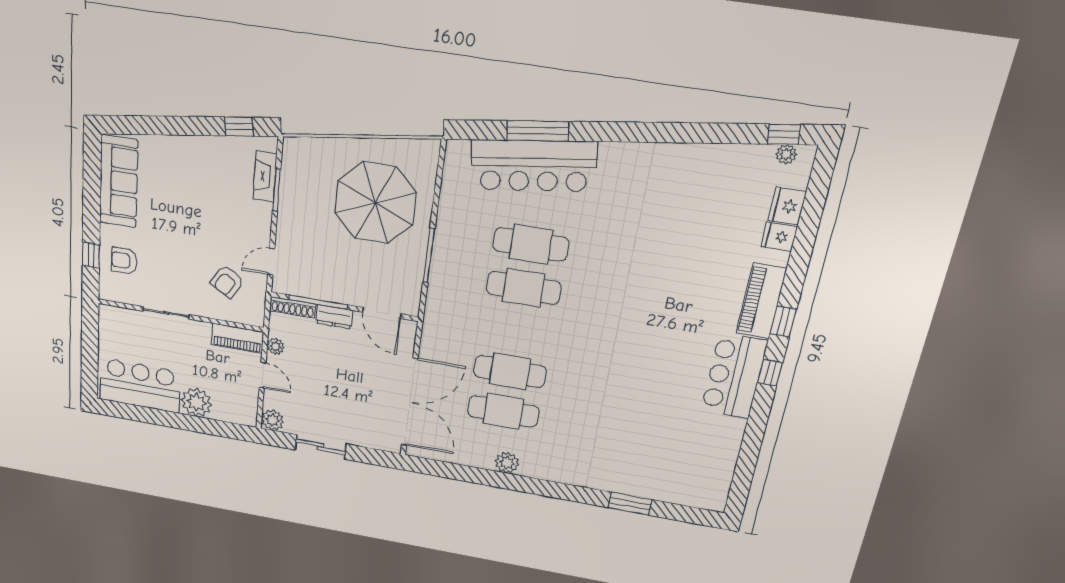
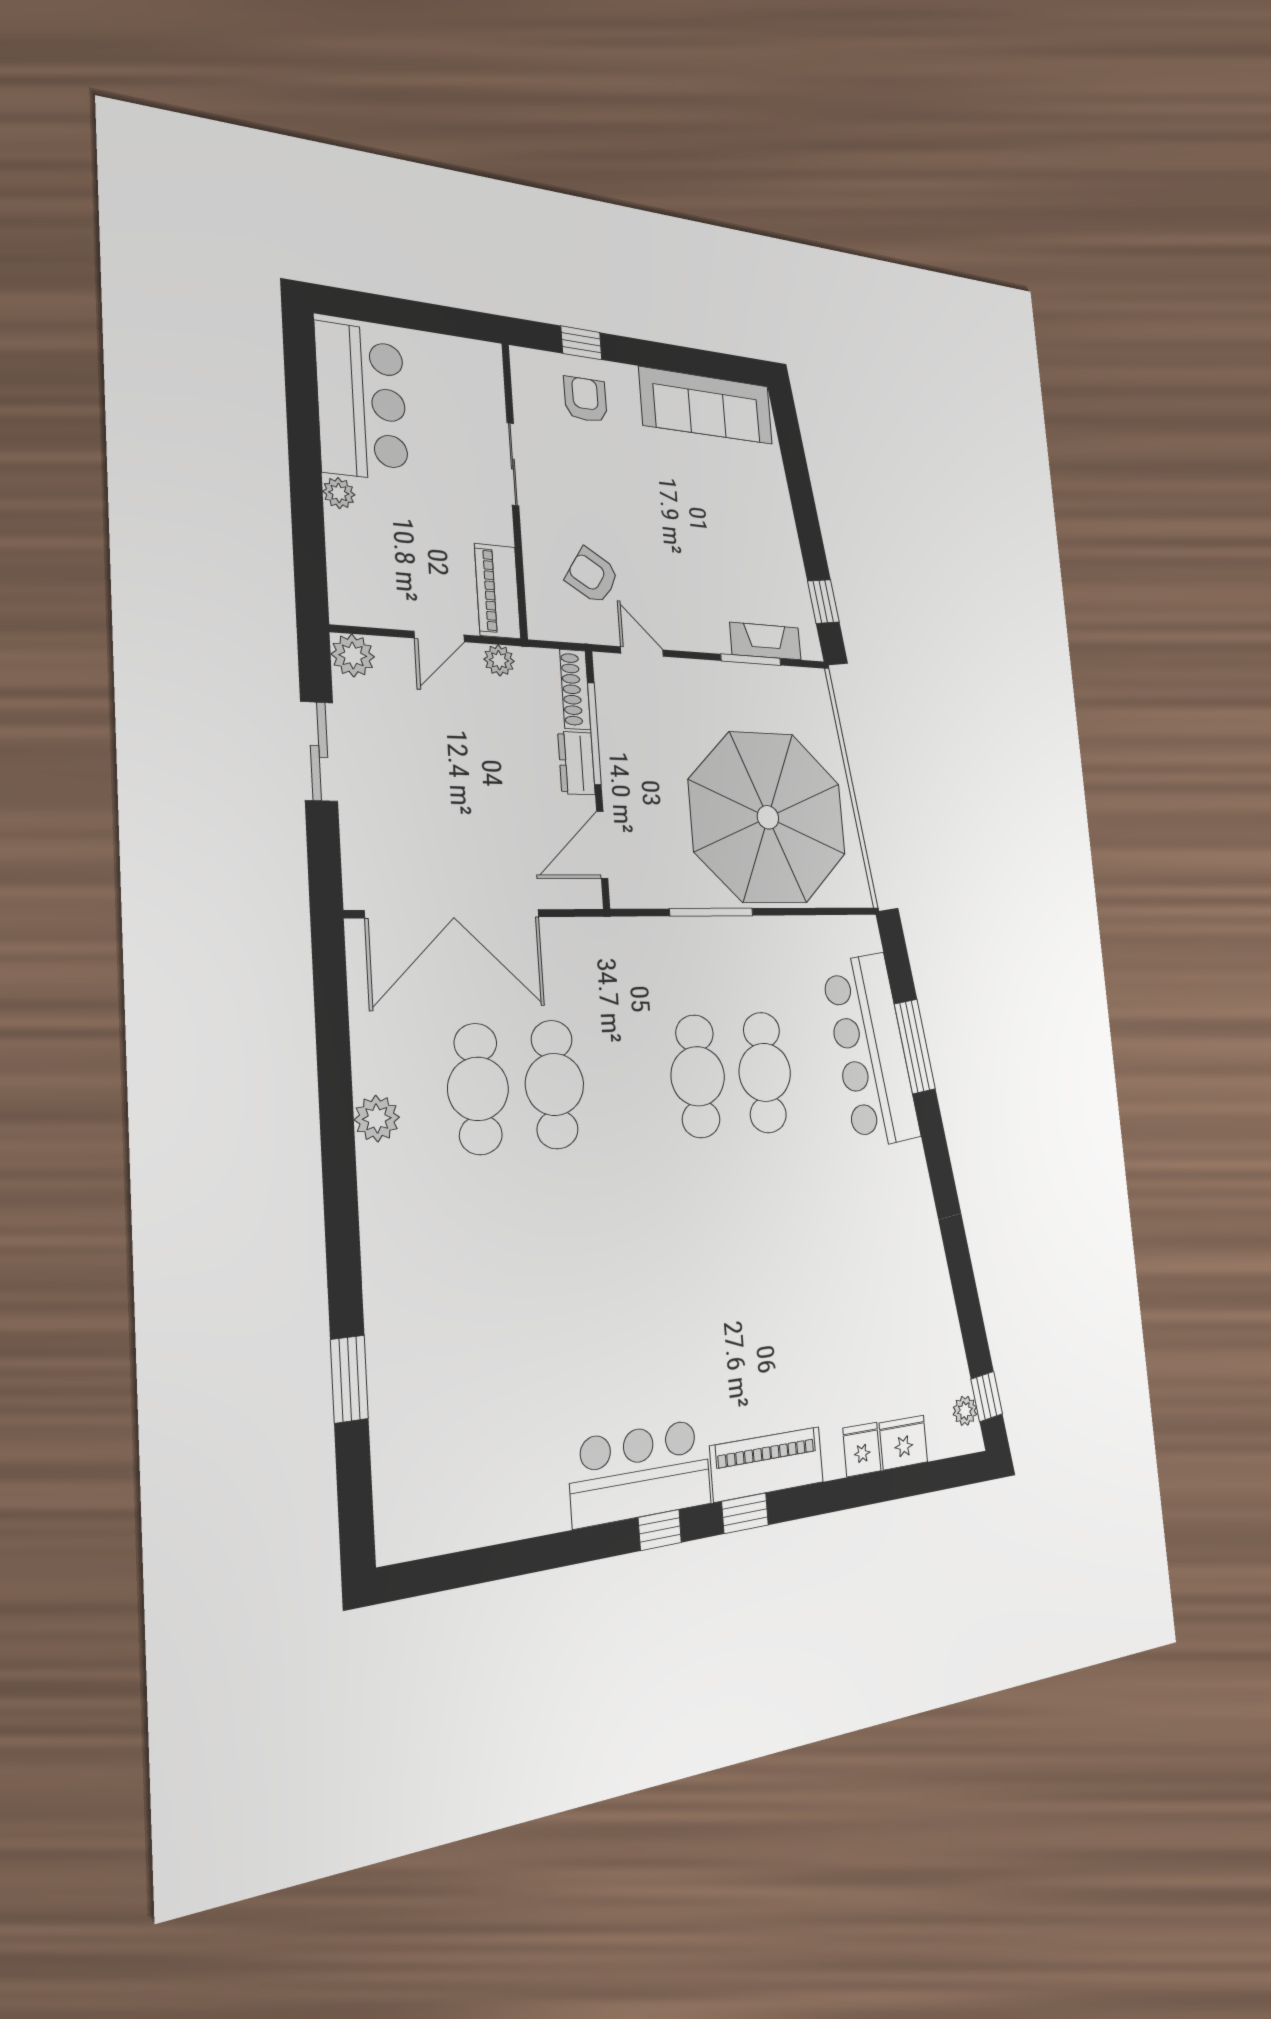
parasol: (375, 203) -> (768, 817), width x1.36, depth x1.36
plant: (196, 402) -> (339, 493), width x0.53, depth x0.53

